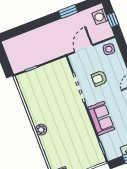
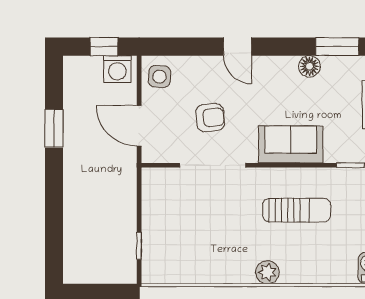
washing machine: (100, 17) -> (117, 69), moved
armchair: (99, 78) -> (210, 118), turned -95
sun lounger: (73, 132) -> (297, 210), added

